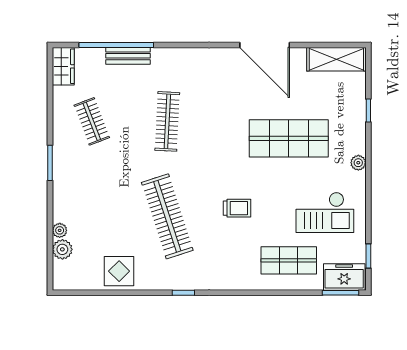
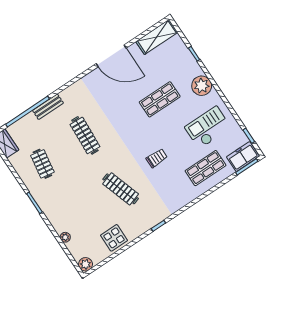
bench: (128, 56) -> (48, 107), moved
clothes rail: (92, 121) -> (42, 164), turned 30
shop shelf: (289, 138) -> (160, 99), width x0.70, depth x0.74
plant: (358, 163) -> (202, 86), width x1.87, depth x1.87
checkout: (325, 212) -> (208, 128), turned 180
clothes rail: (167, 216) -> (121, 189), width x0.73, depth x0.76
plant: (62, 249) -> (85, 264), moved

